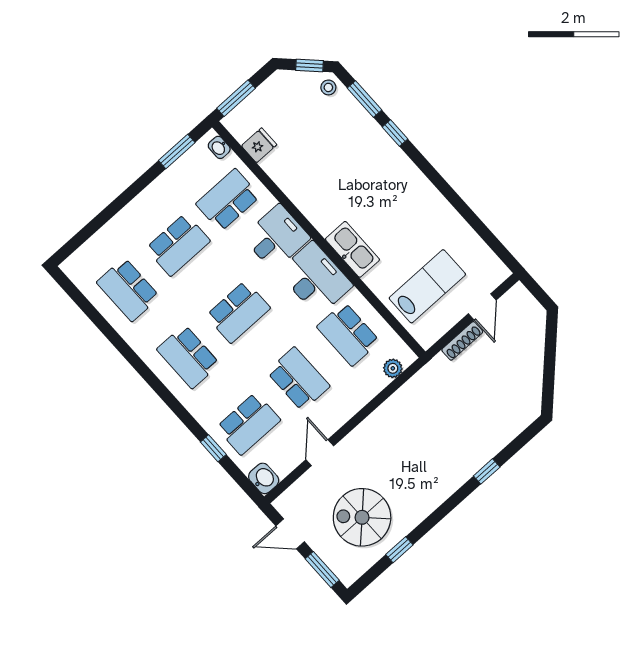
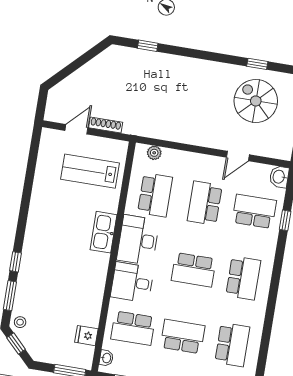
school desk: (238, 312) -> (194, 270), turned 180
window: (487, 471) -> (148, 46), moved
spiral stairs: (362, 517) -> (256, 101), turned 180

